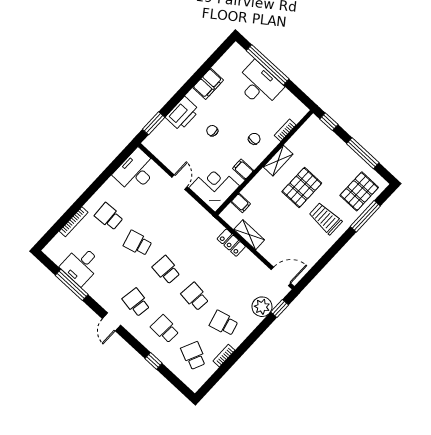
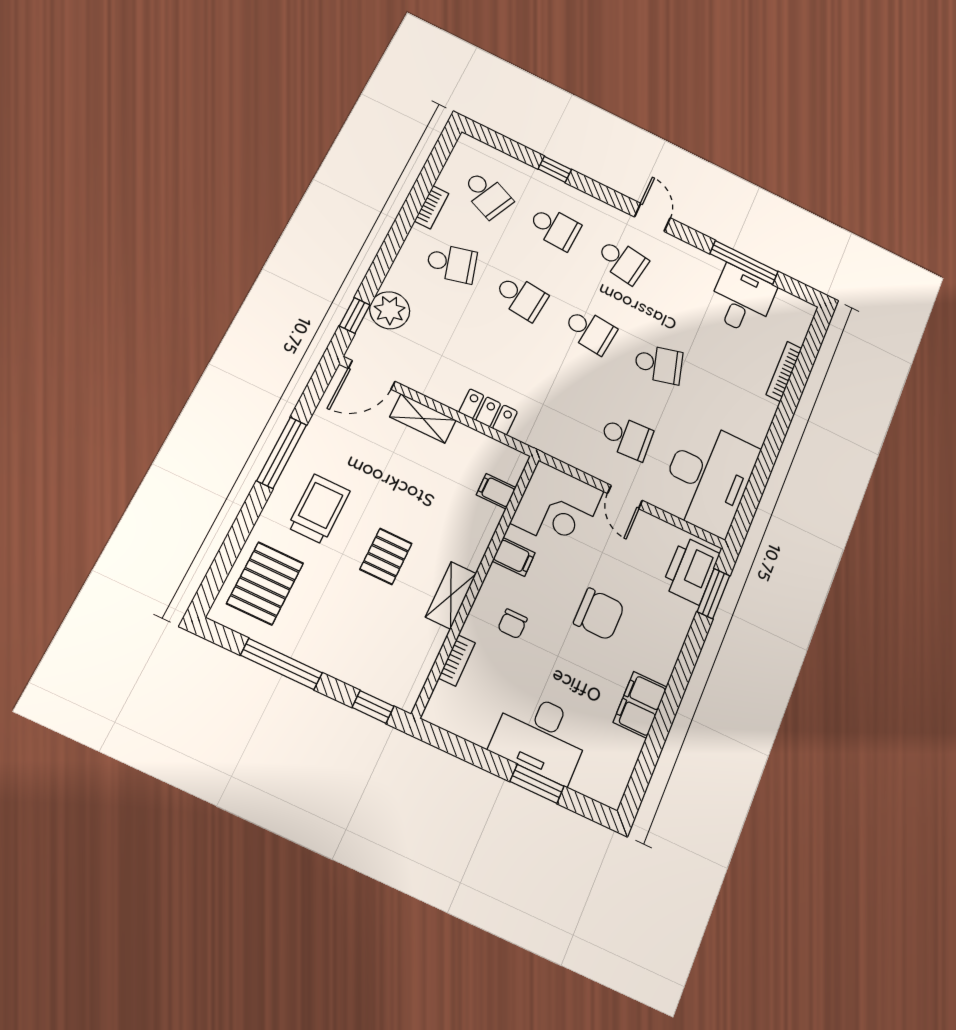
window: (268, 65) -> (537, 784), width x0.47
printer: (183, 114) -> (691, 570), moved
chair: (212, 131) -> (599, 614), width x1.87, depth x1.87
desk: (136, 171) -> (708, 478), width x1.36, depth x1.30
pallet: (302, 187) -> (386, 556), width x0.67, depth x0.71
window: (365, 216) -> (282, 453), moved
school desk: (109, 217) -> (627, 437), moved
trolley: (325, 218) -> (319, 509), turned -90
shelving: (249, 235) -> (423, 418), moved

